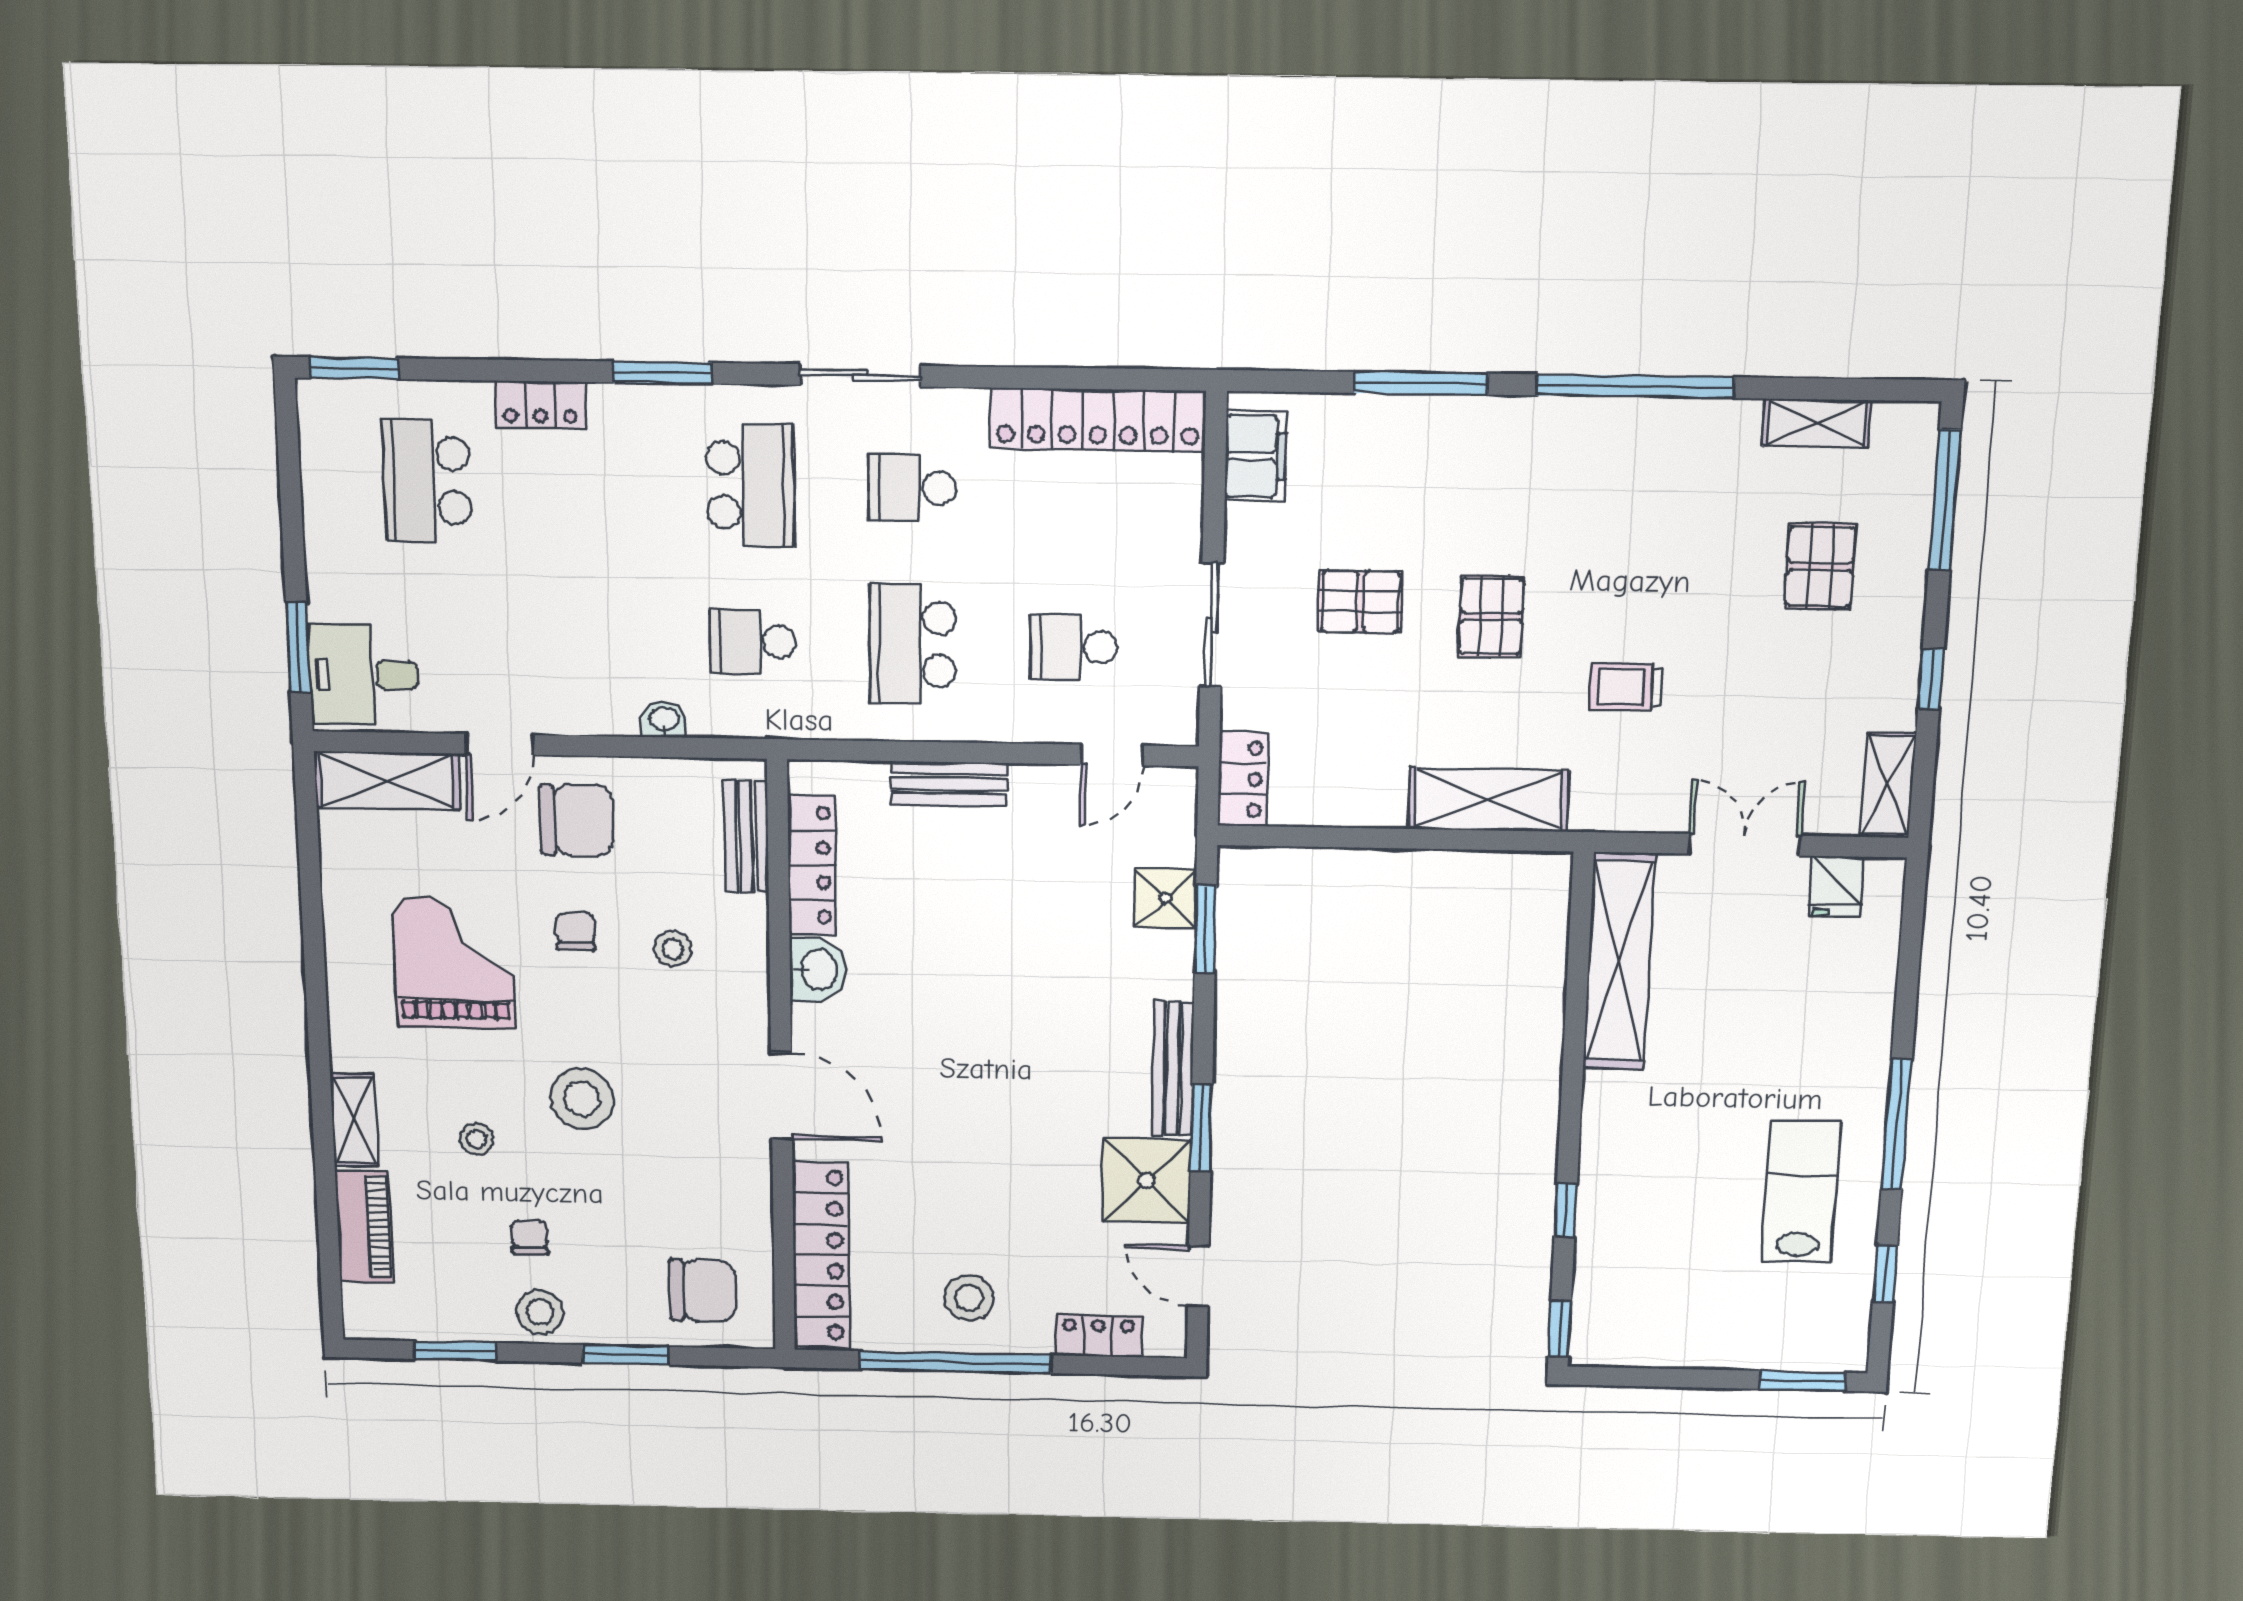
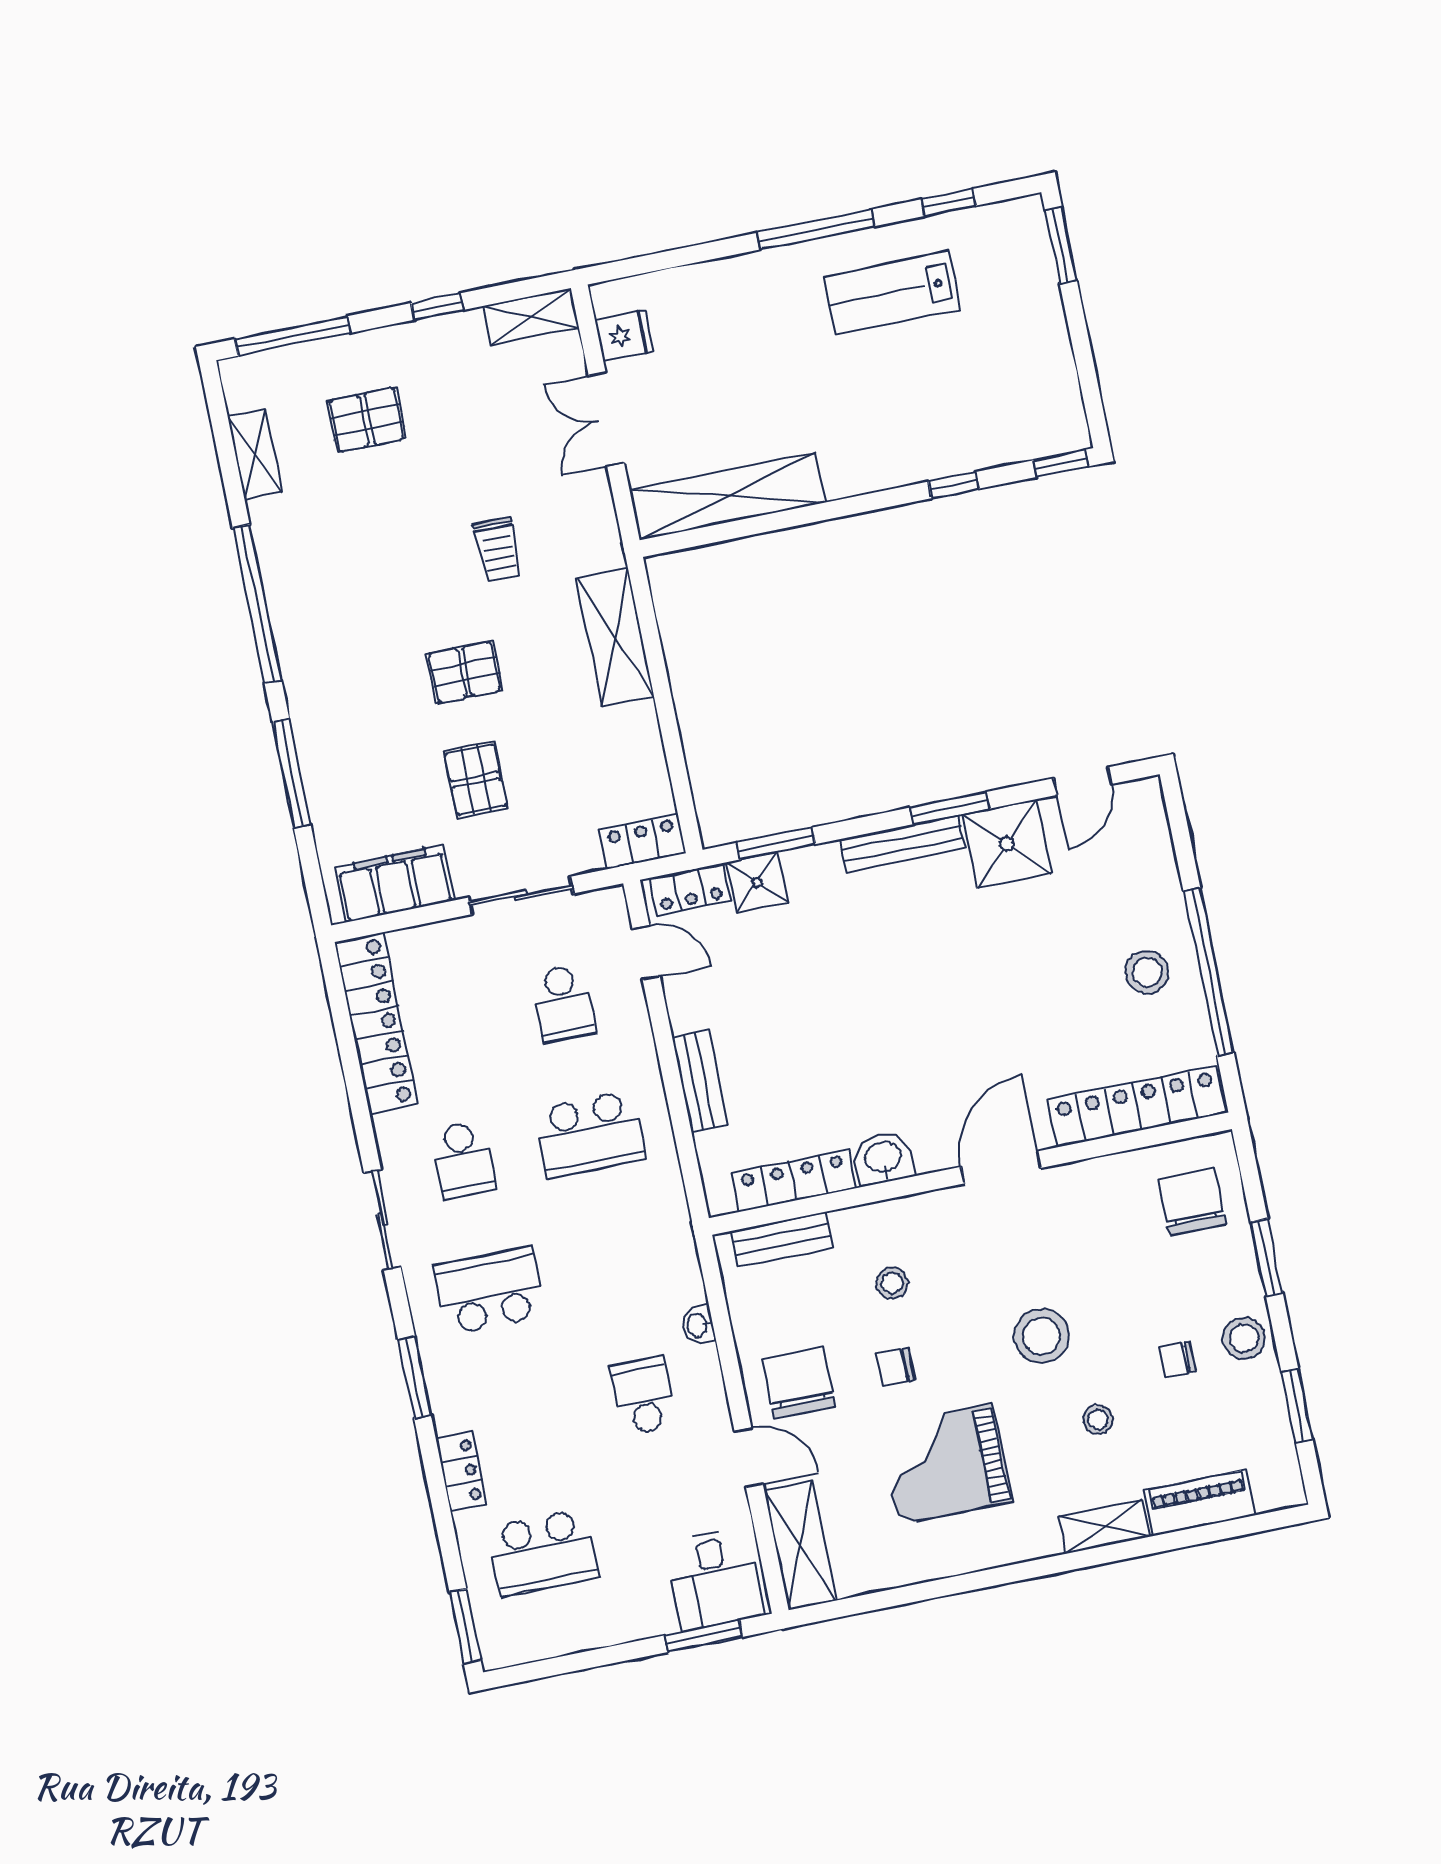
filing cabinet: (1255, 456) -> (395, 884), width x1.50, depth x1.17
school desk: (753, 642) -> (643, 1396), moved, turned 180
locker: (1098, 1336) -> (690, 889), moved, turned -90

